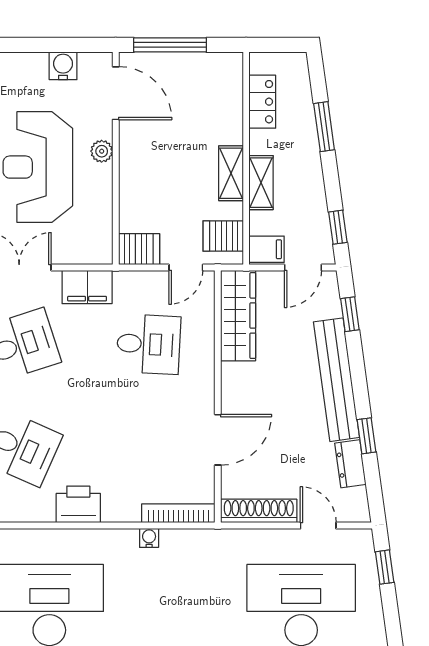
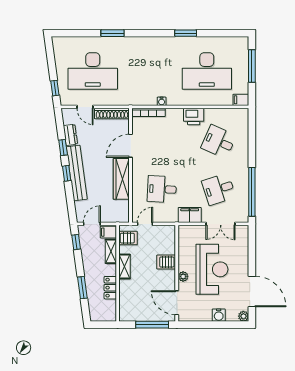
water cooler: (63, 66) -> (219, 315), moved
locker: (262, 102) -> (110, 288), moved
shelving: (261, 183) -> (111, 251), moved
server rack: (139, 249) -> (166, 262), moved
window: (350, 314) -> (67, 173), moved
wardrobe: (238, 316) -> (121, 179), moved

